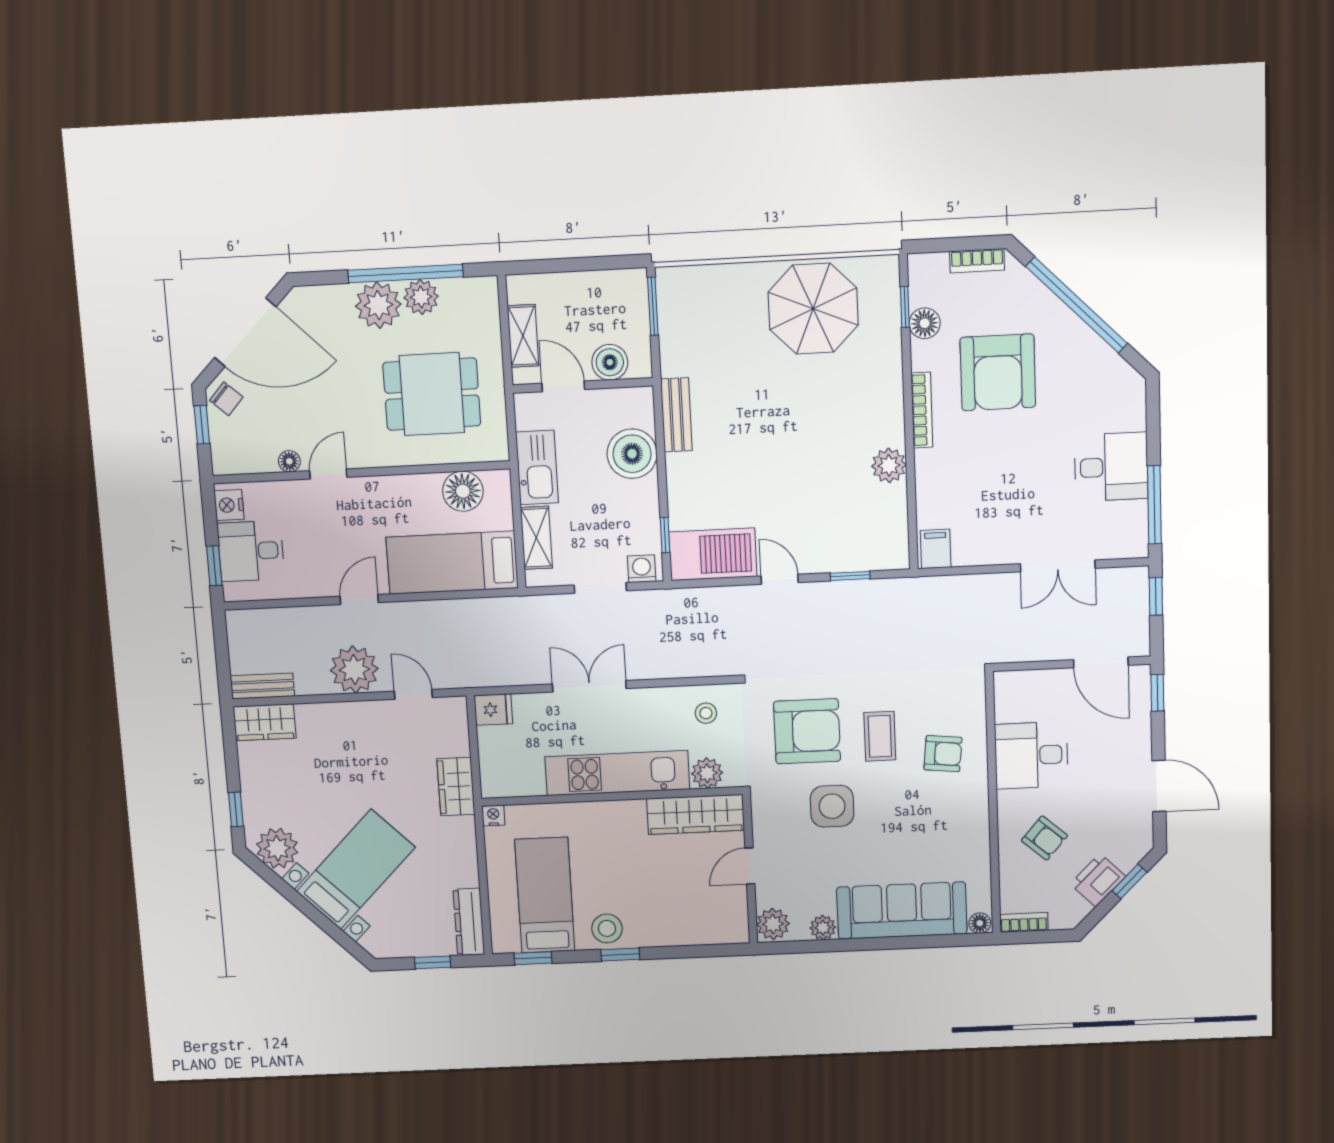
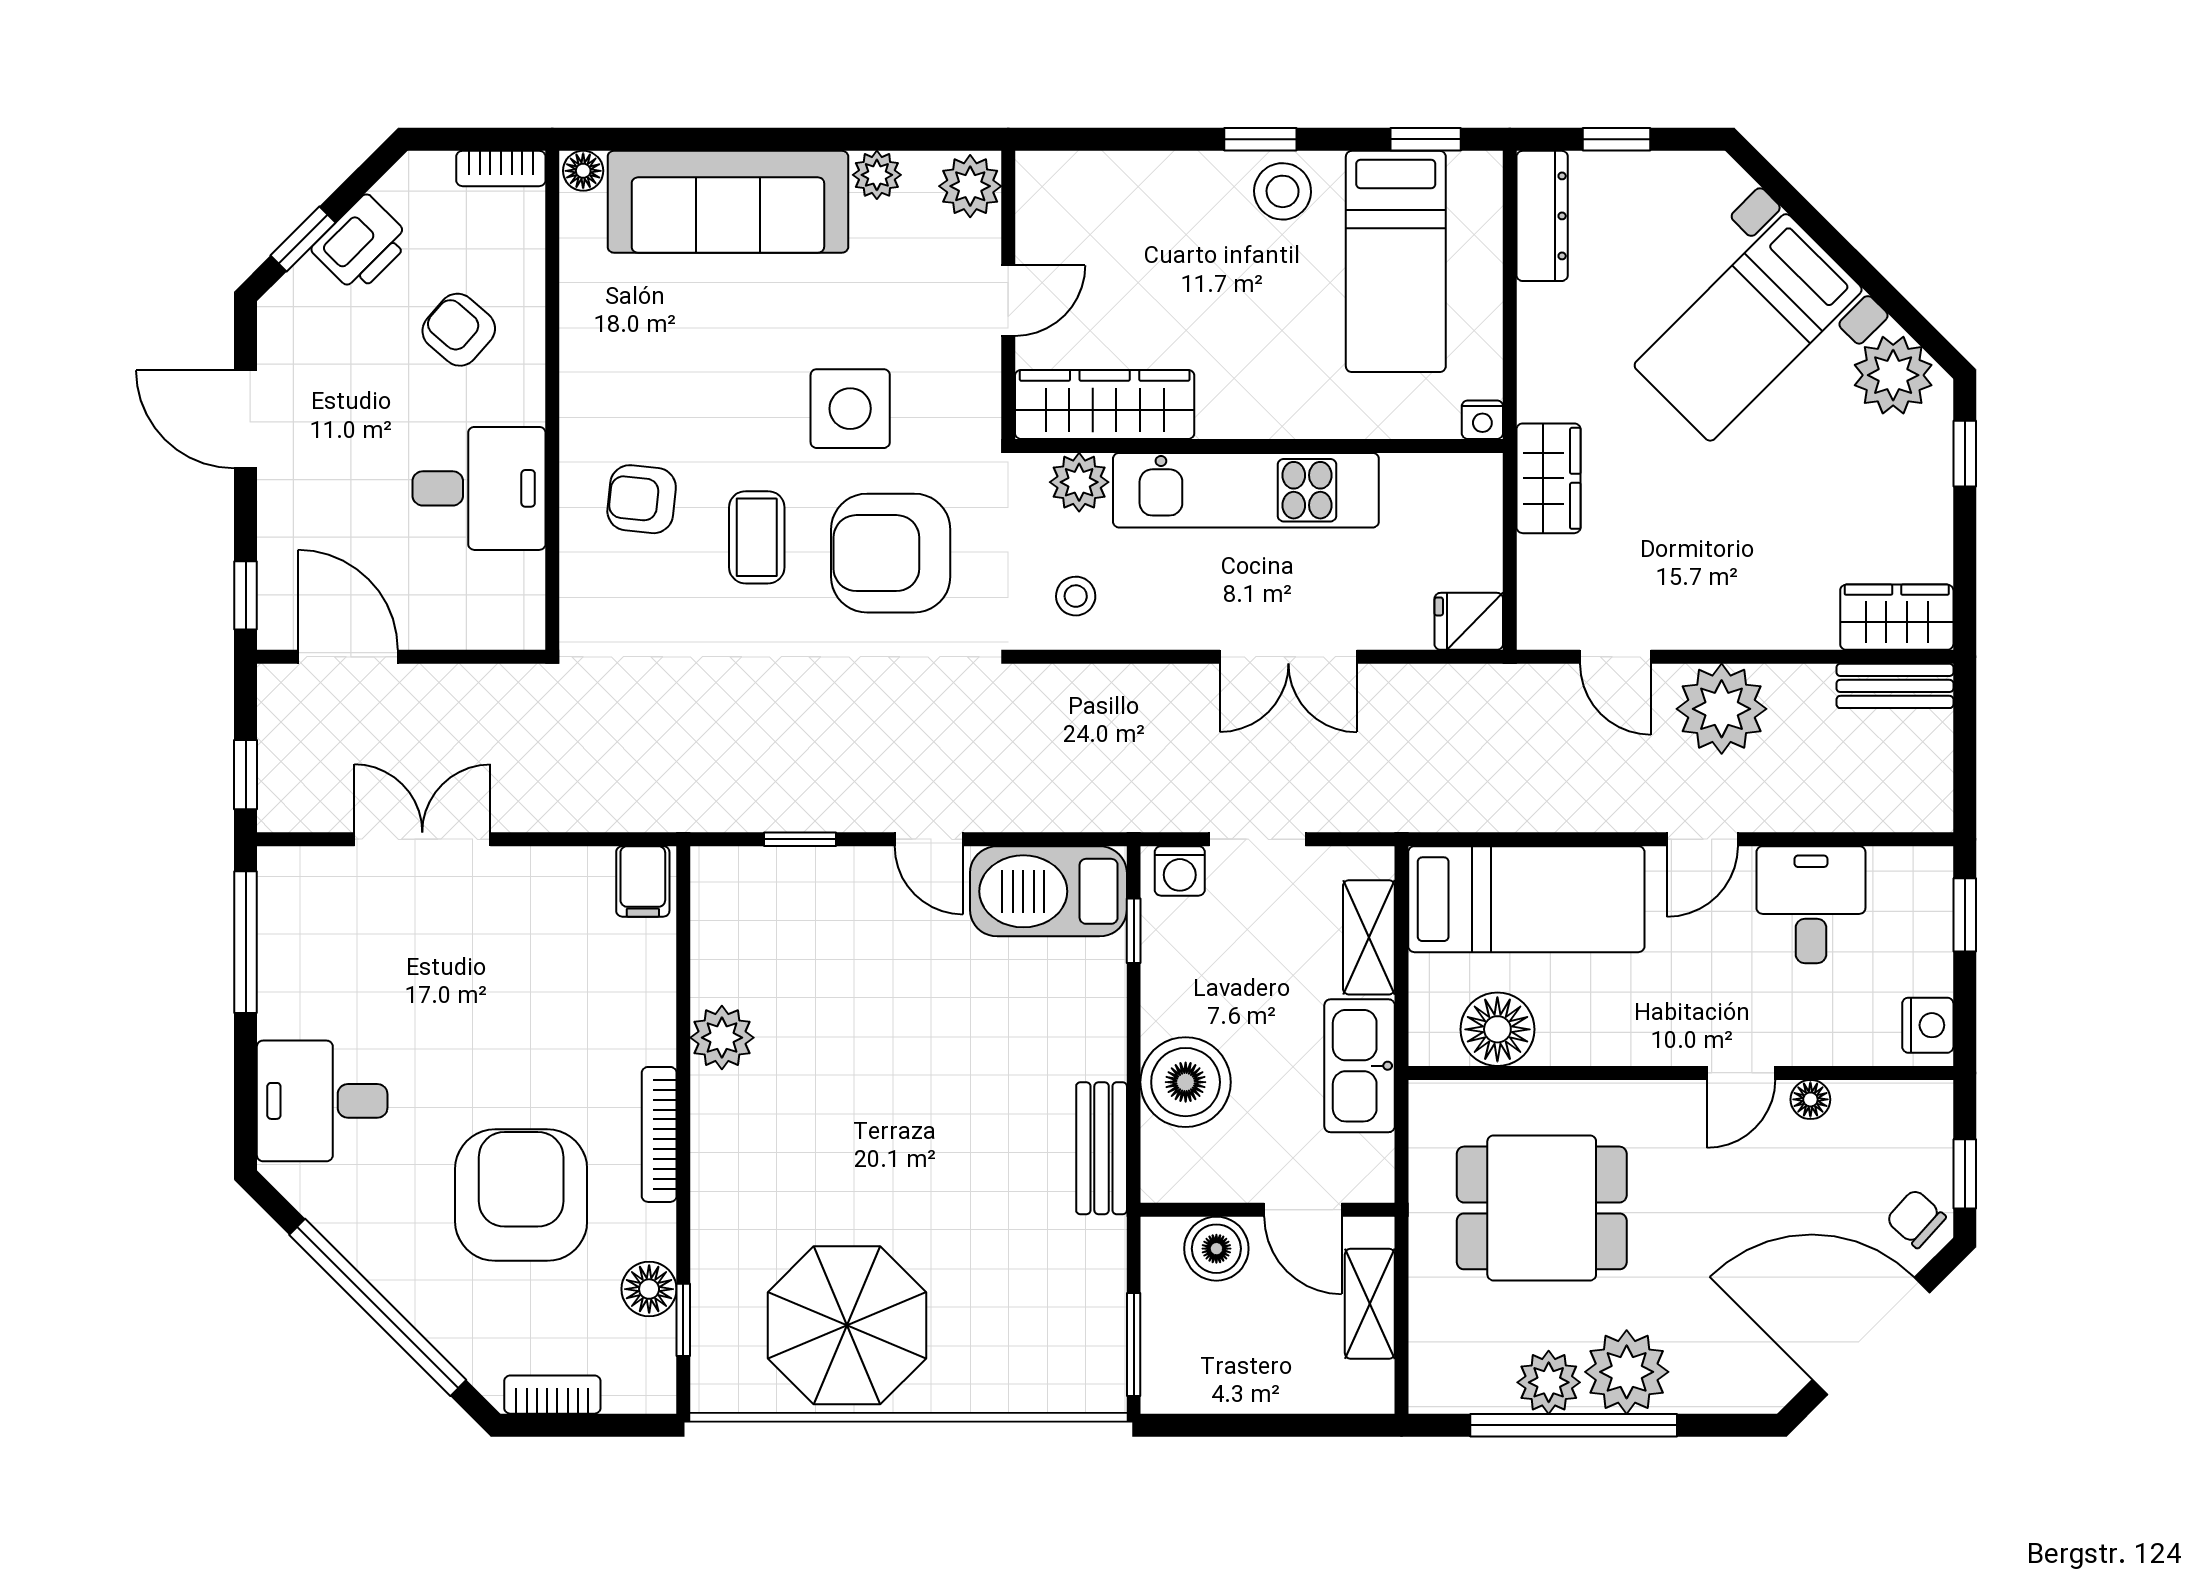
desk: (1111, 467) -> (322, 1101), moved
desk: (251, 551) -> (1811, 905), moved, turned -90

